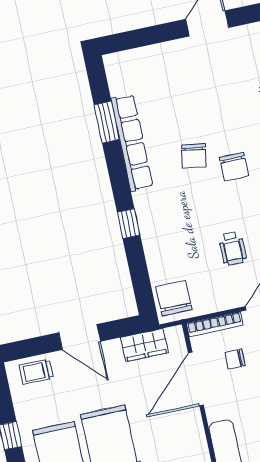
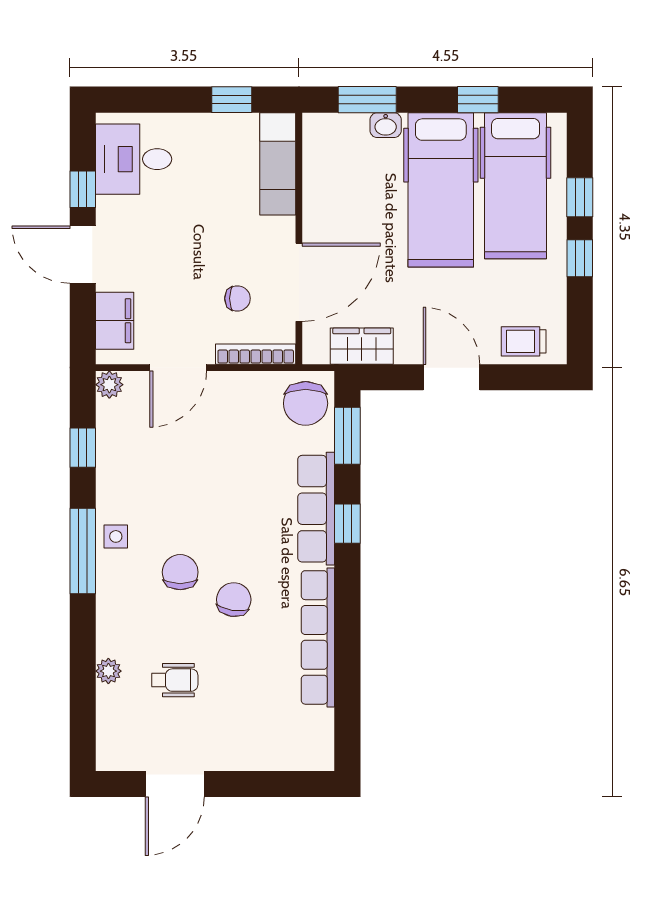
window: (107, 122) -> (347, 436), moved
row of seats: (152, 229) -> (316, 509), added
wheelchair: (233, 248) -> (175, 680), moved, turned 90
trolley: (36, 372) -> (524, 341), turned 180

